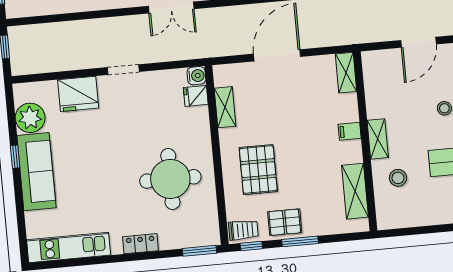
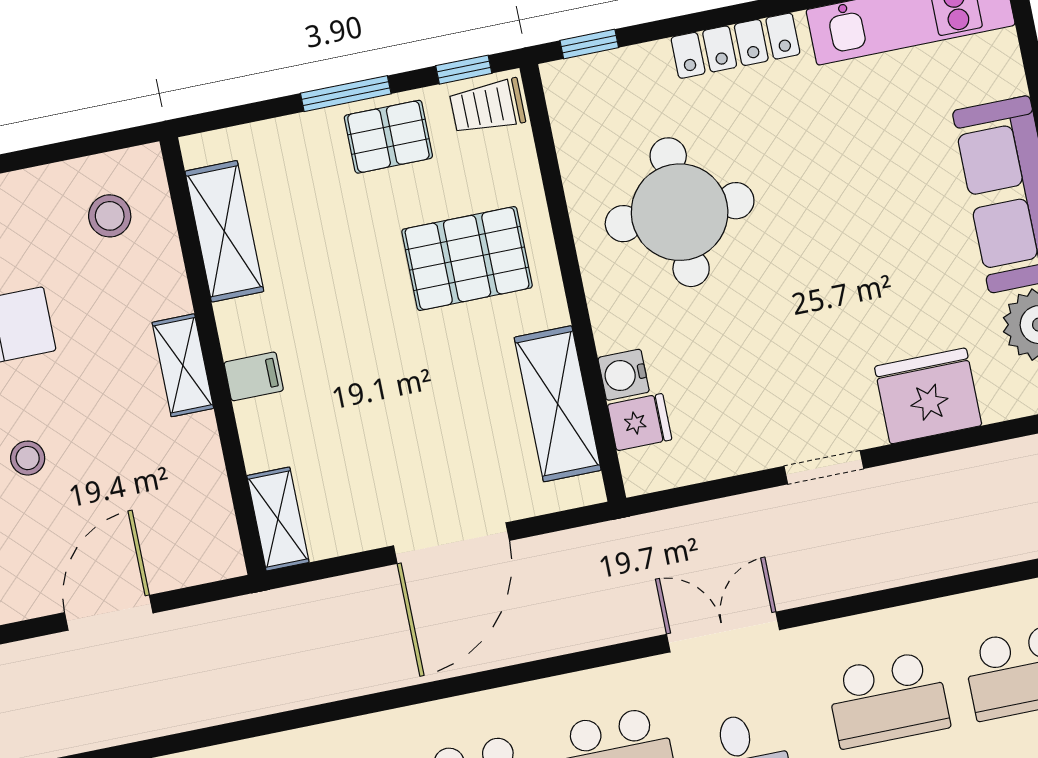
water cooler: (196, 76) -> (624, 375), moved
shelving: (225, 107) -> (558, 404), width x1.50, depth x1.33
pallet: (258, 170) -> (467, 259), turned 90
stool: (398, 178) -> (110, 216), moved
locker: (141, 244) -> (735, 46), width x1.53
window: (200, 251) -> (589, 44), width x0.67

